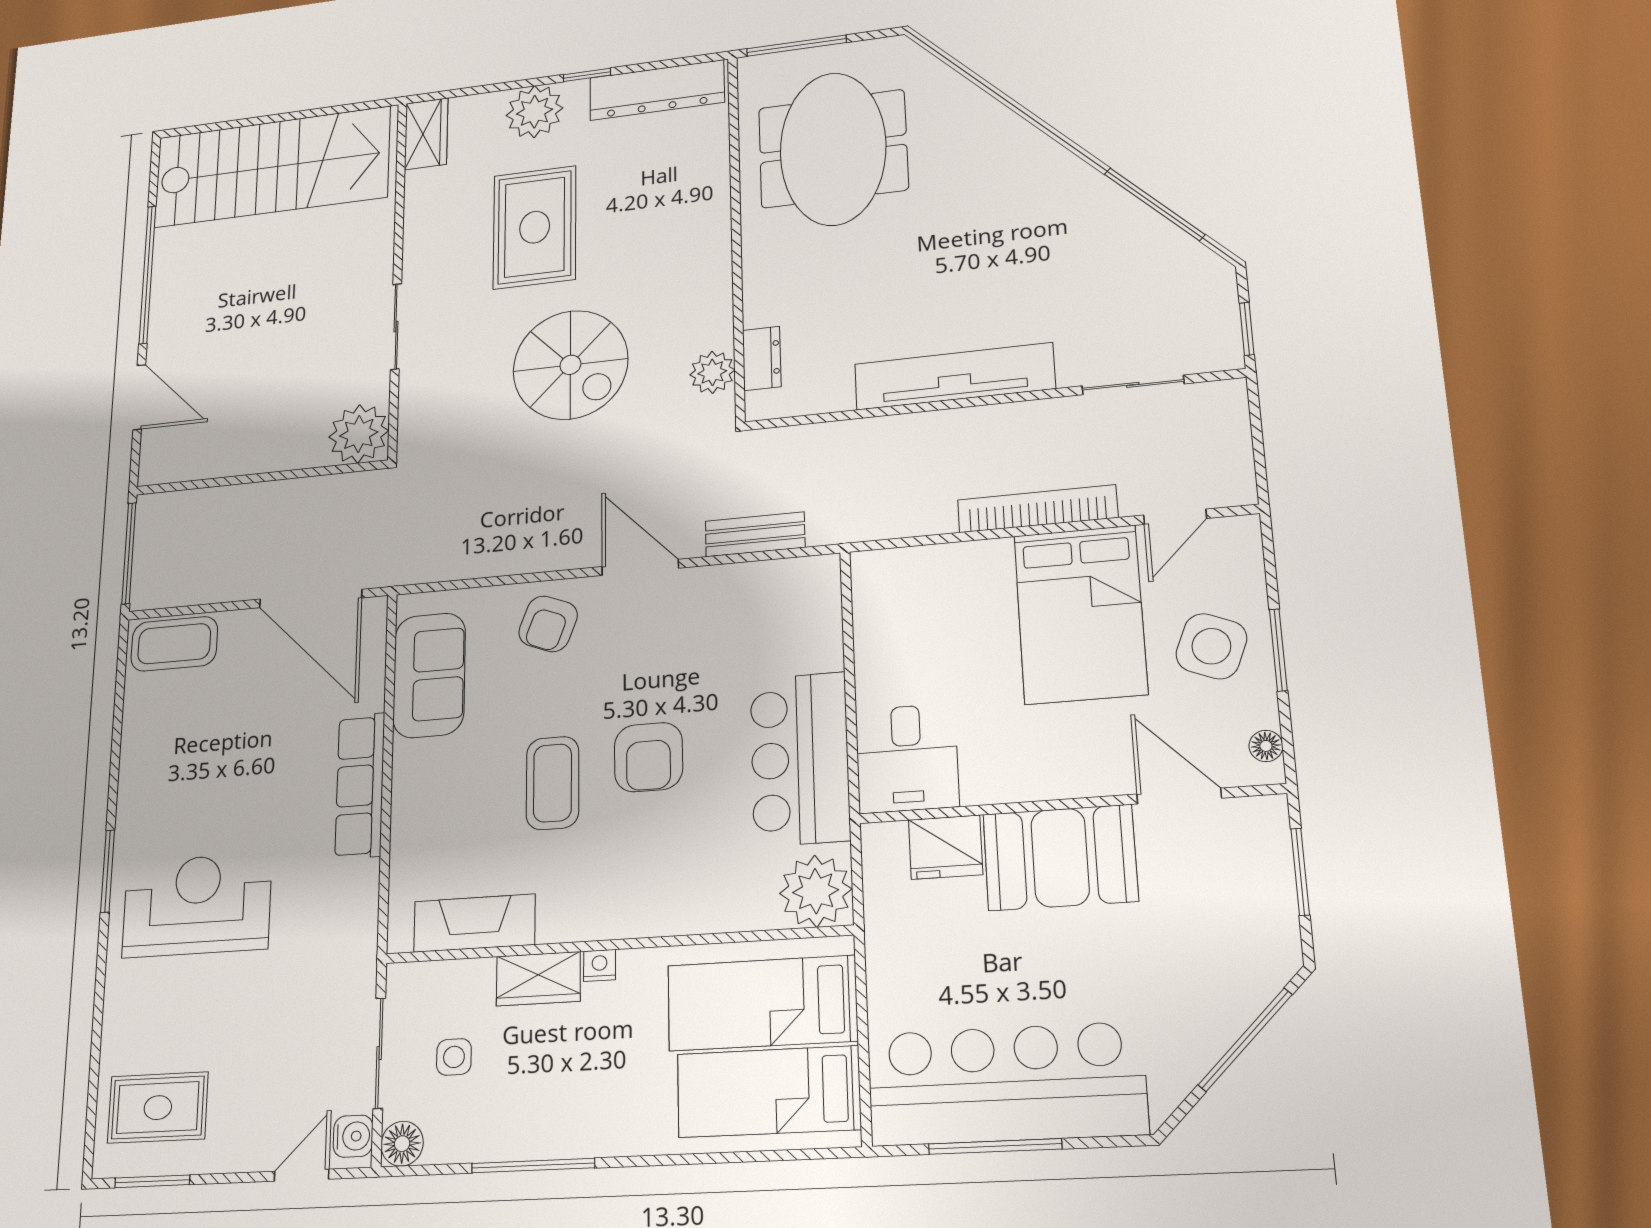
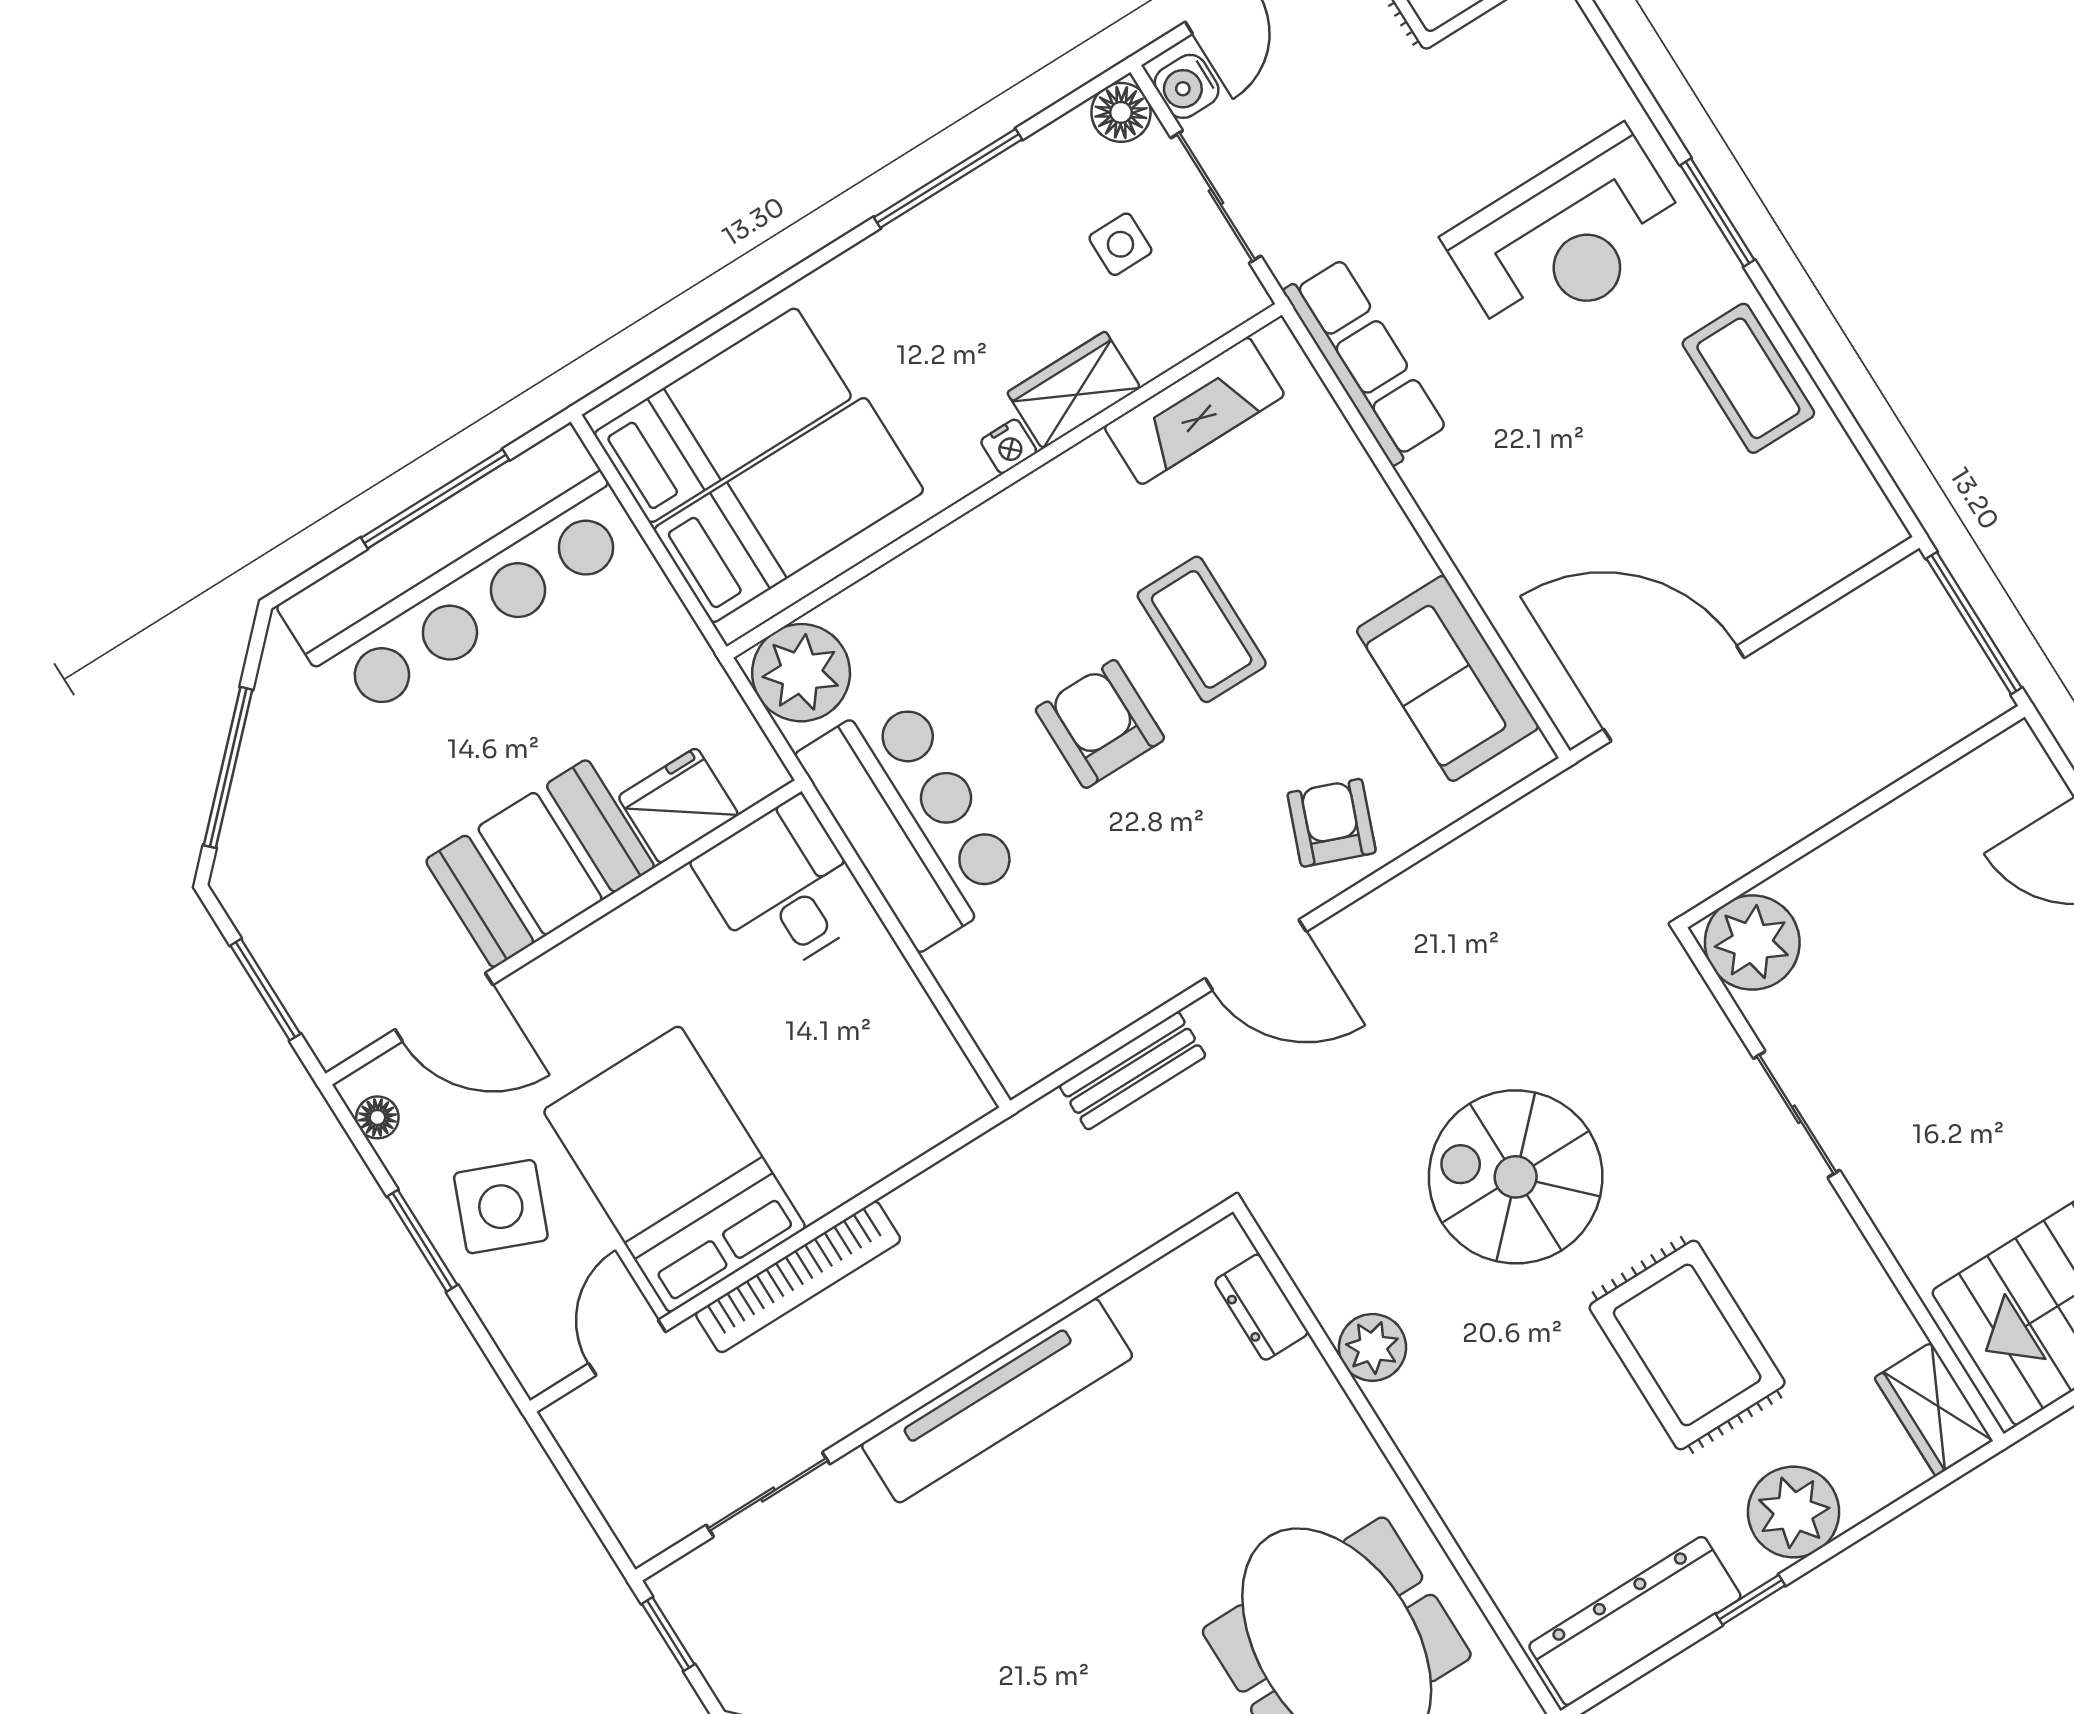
plant: (712, 372) -> (1372, 1347), moved
coffee table: (174, 644) -> (1748, 378), moved, turned 90
row of seats: (360, 786) -> (1366, 361), moved

